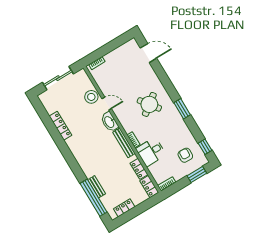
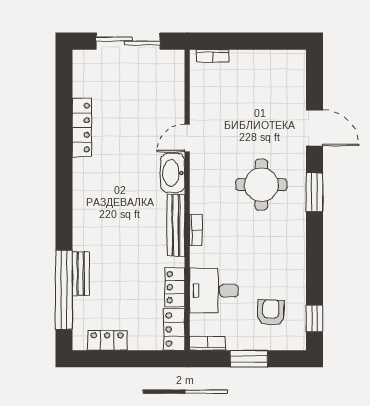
door: (148, 53) -> (314, 128), moved
stool: (91, 97) -> (167, 110), removed
door: (107, 104) -> (187, 138), swing flipped
round table: (149, 104) -> (261, 185), turned 37
window: (182, 109) -> (314, 192), moved
desk: (151, 152) -> (214, 291), moved
window: (197, 175) -> (249, 359), moved

